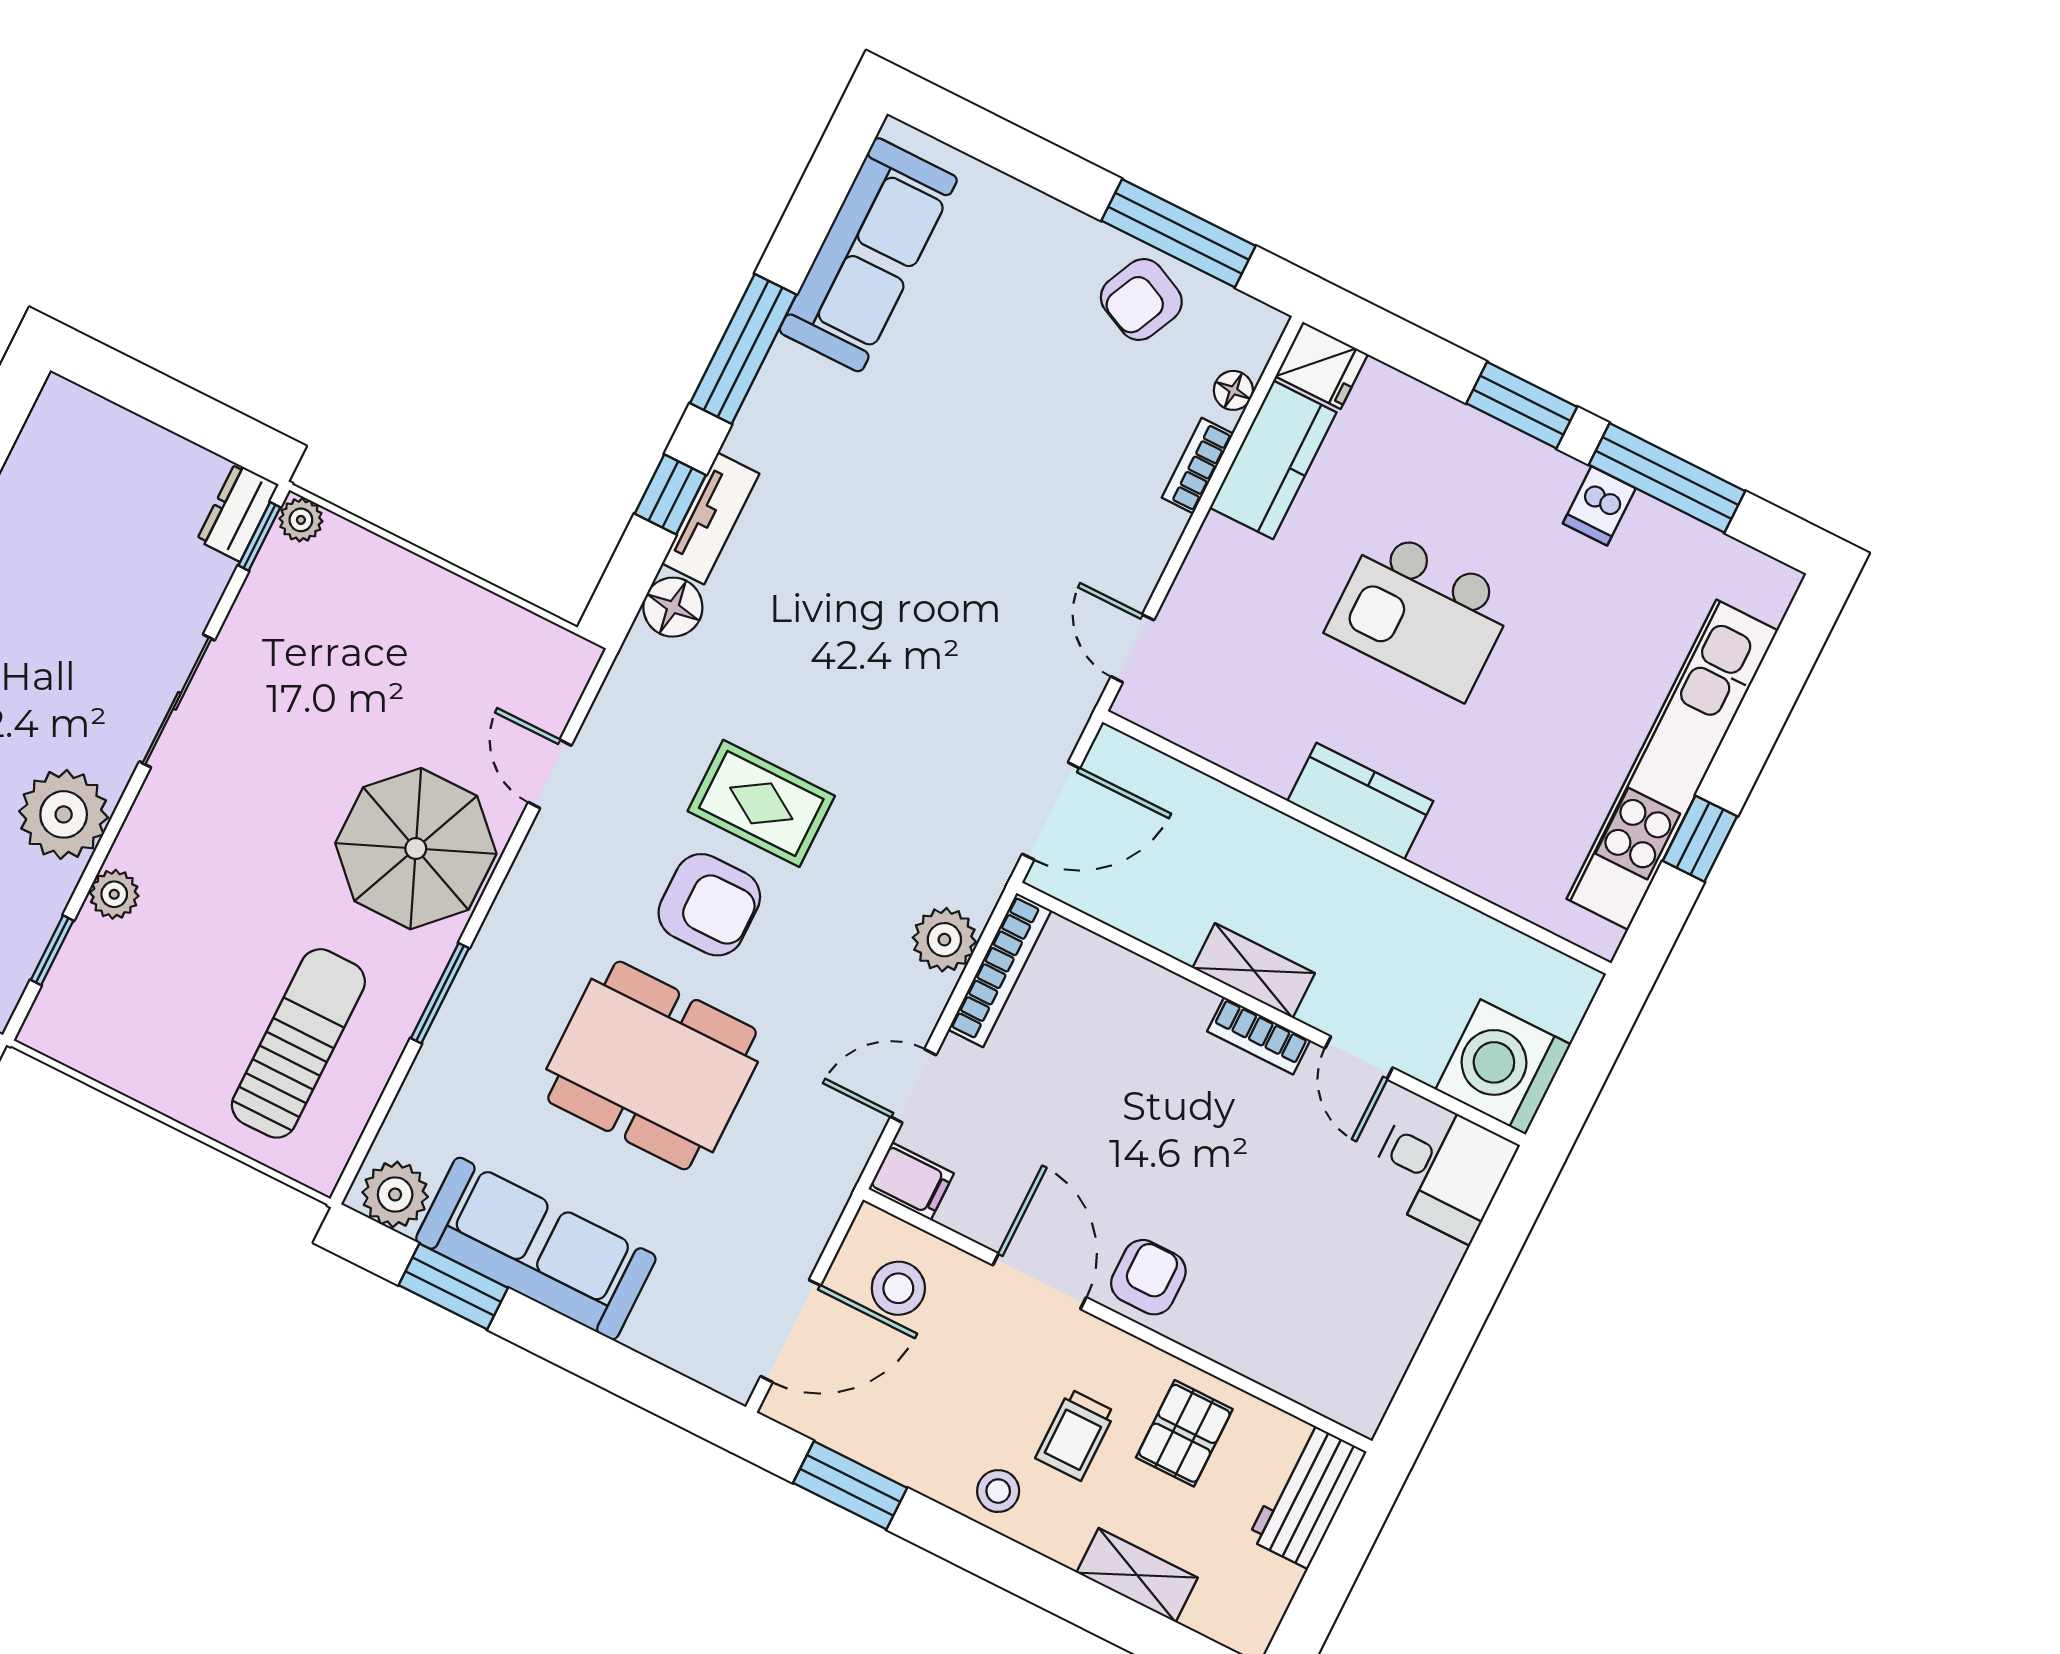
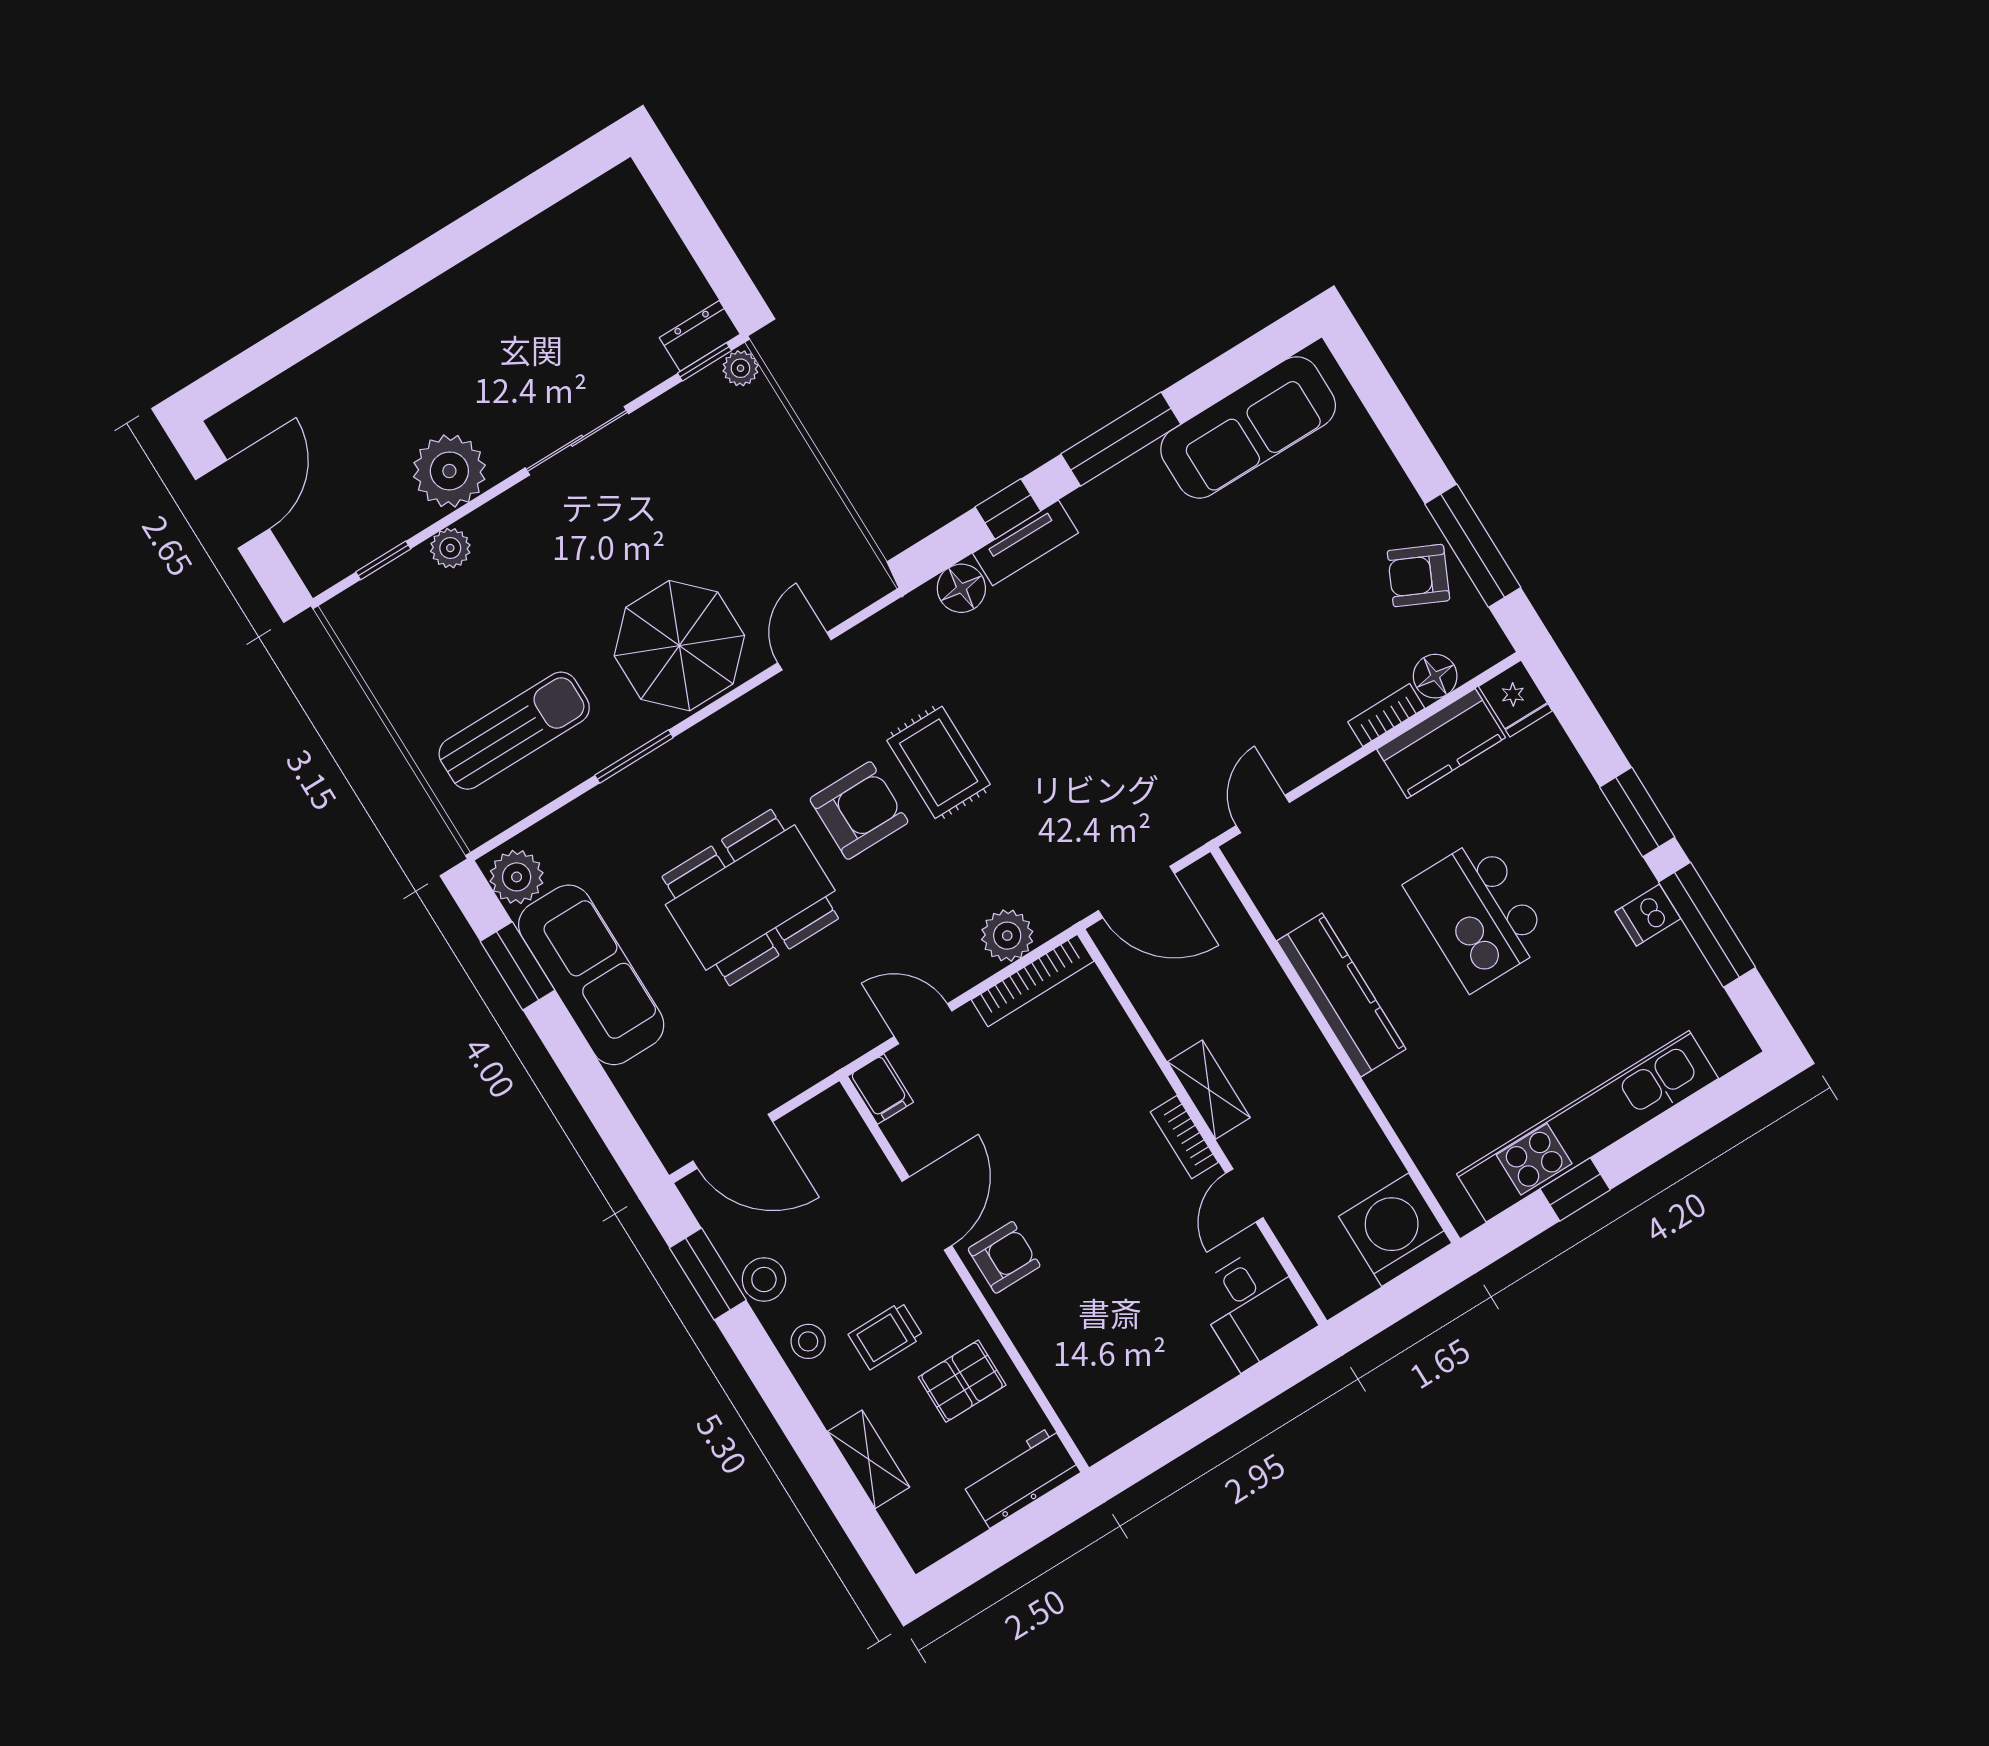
floor lamp: (1233, 390) -> (1435, 676), width x1.37, depth x1.37
kitchen counter: (1360, 801) -> (1341, 995), width x1.50
armchair: (709, 905) -> (859, 811), turned -90
dining table: (652, 1065) -> (750, 898), turned 90
washing machine: (1503, 1067) -> (1395, 1230), moved
stool: (898, 1288) -> (764, 1279), moved

